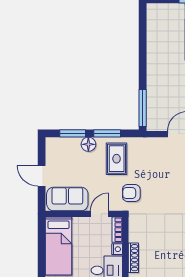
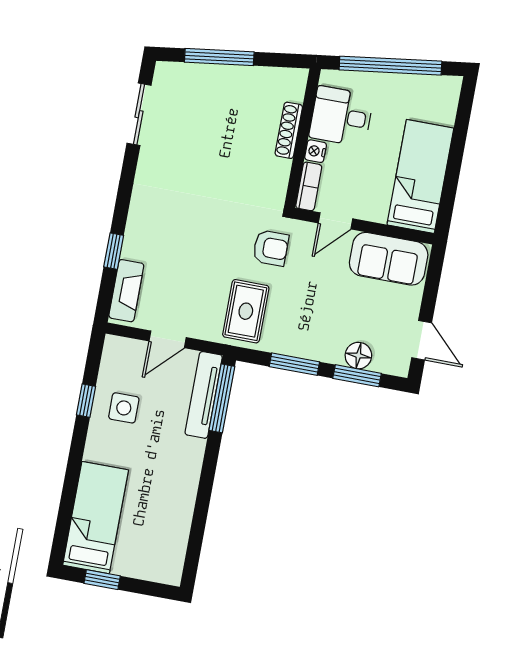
tv unit: (153, 108) -> (204, 395), added
floor lamp: (88, 144) -> (358, 356), moved
rug: (117, 159) -> (246, 311), moved
door: (42, 176) -> (422, 340), moved

